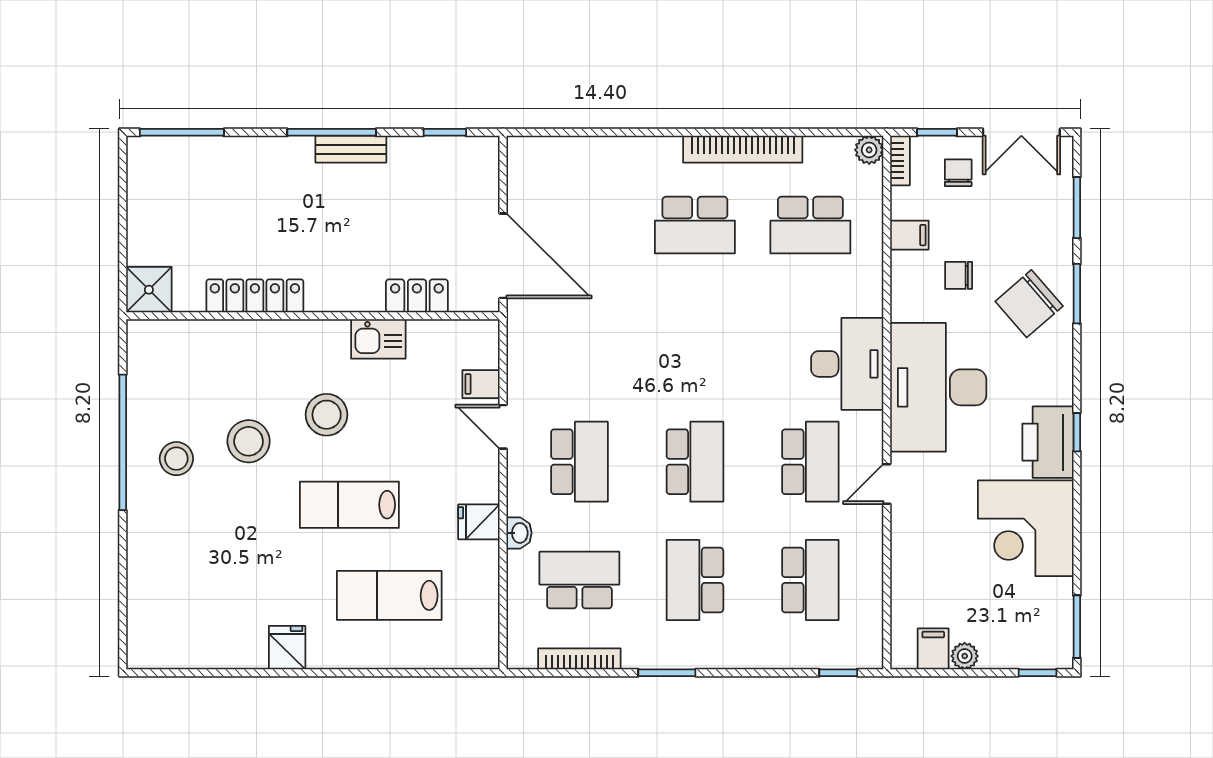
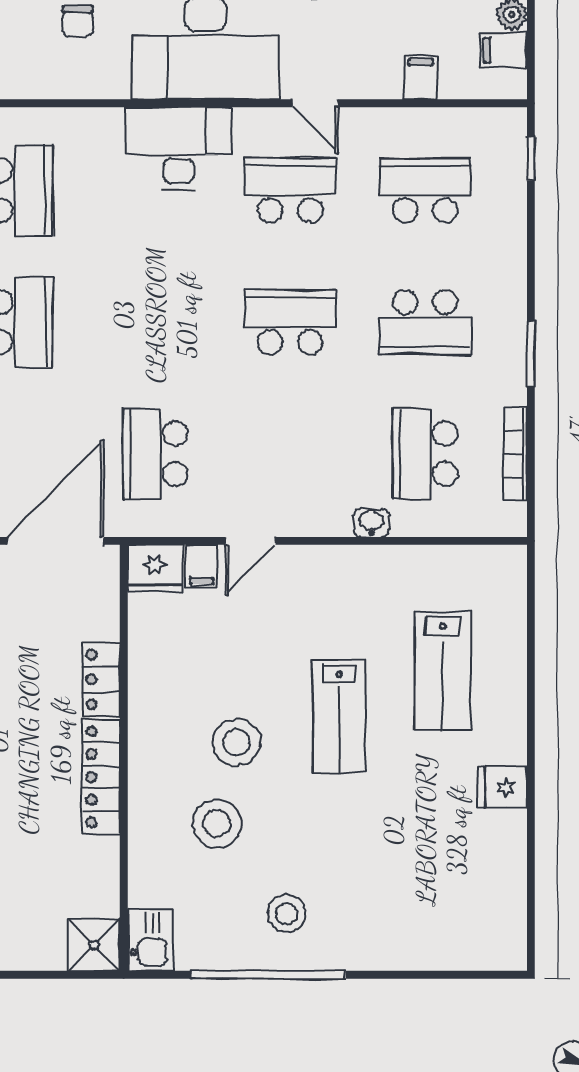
filing cabinet: (909, 235) -> (421, 77), moved
locker: (255, 296) -> (101, 777), moved
locker: (417, 296) -> (101, 679), moved
kitchen sink: (378, 339) -> (150, 940), moved
stool: (249, 441) -> (217, 823), moved
school desk: (579, 462) -> (155, 454), moved, turned -90
fridge: (479, 522) -> (155, 568), moved, width x1.38

